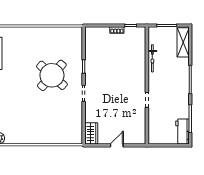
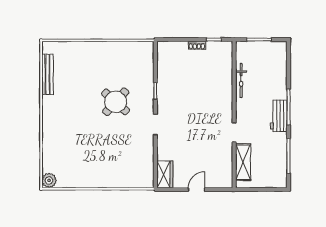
shelving: (183, 42) -> (243, 162), moved
round table: (52, 75) -> (116, 102), width x0.73, depth x0.73
workbench: (182, 132) -> (279, 116), moved

